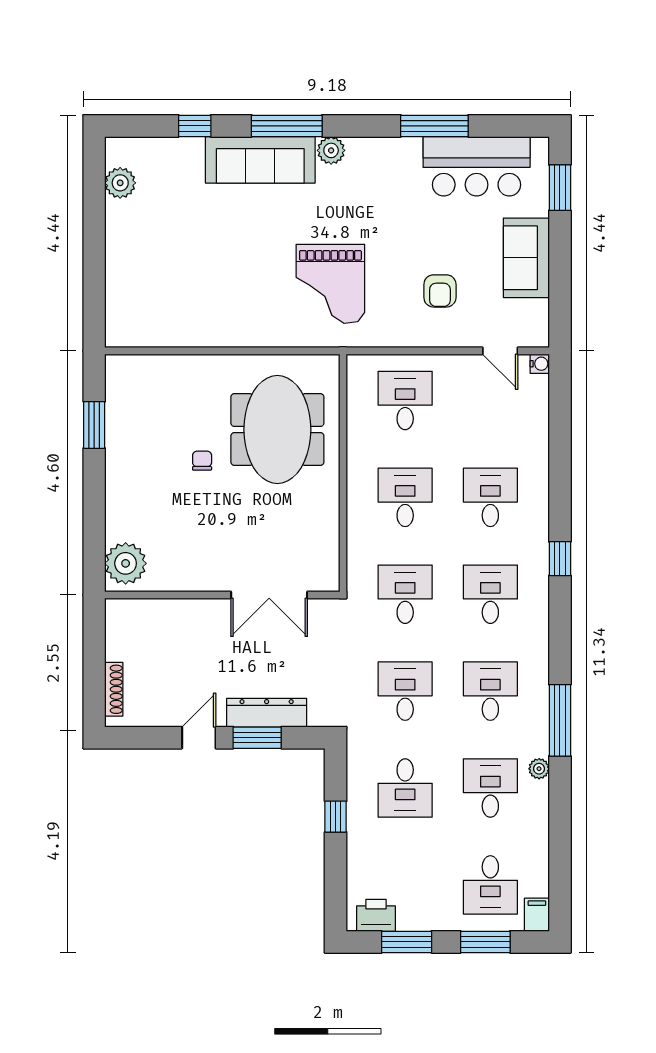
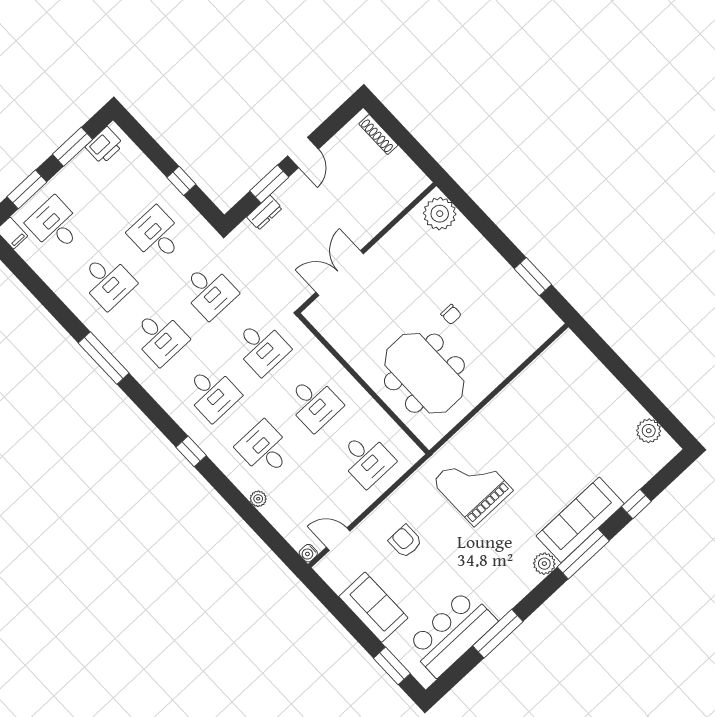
desk: (490, 497) -> (265, 449), turned 180
dresser: (267, 713) -> (264, 213), width x0.51, depth x0.80
plant: (539, 769) -> (258, 499), moved

